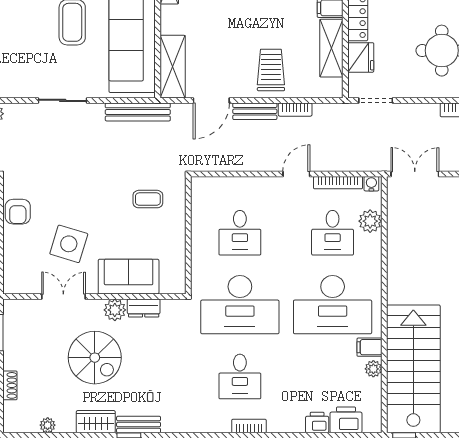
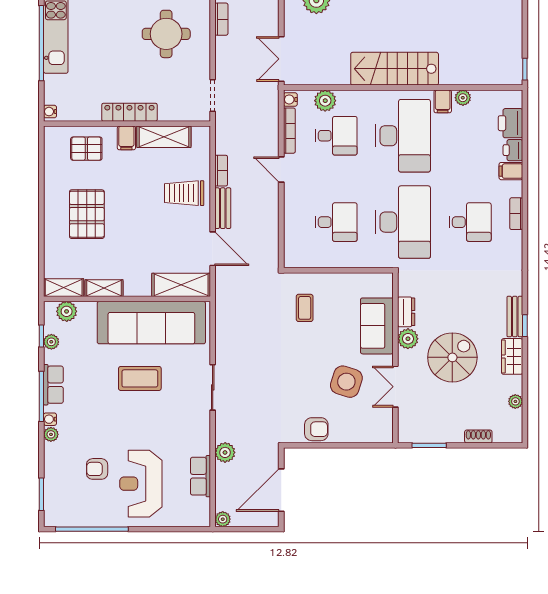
fridge: (361, 57) -> (173, 109), removed
bench: (138, 112) -> (223, 317), removed
stairs: (413, 369) -> (395, 69), moved, width x0.73, depth x0.66
filing cabinet: (295, 420) -> (511, 171), added

